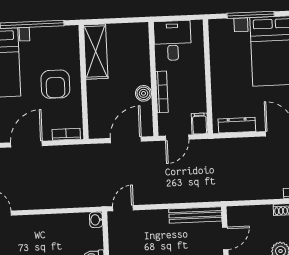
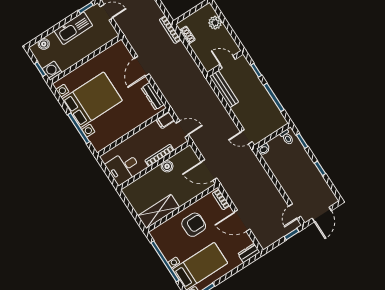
door: (126, 140) -> (209, 170), moved

